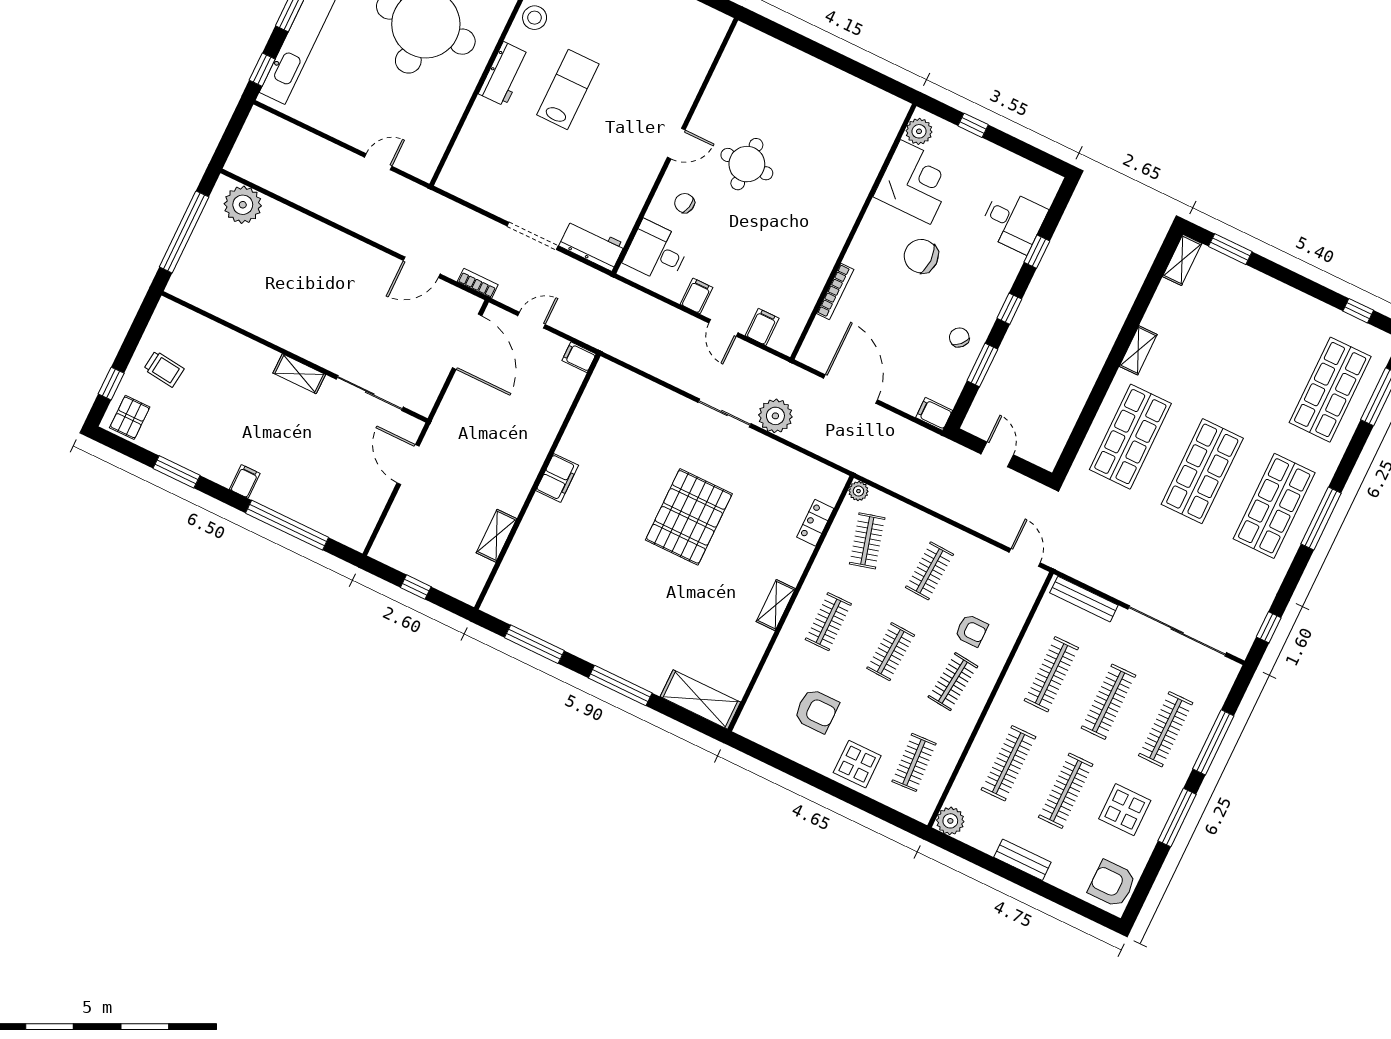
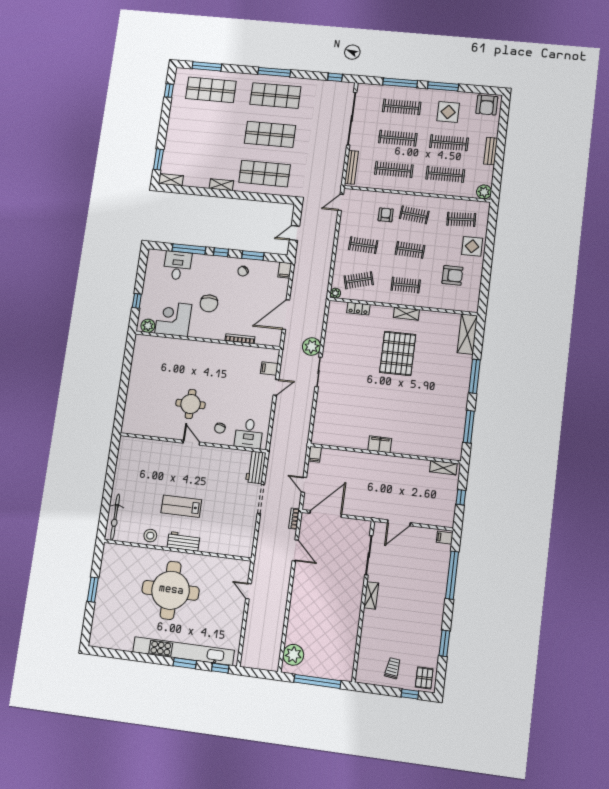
window: (1037, 252) -> (189, 249), width x2.17
filing cabinet: (697, 296) -> (264, 406), removed
pallet: (130, 417) -> (424, 678), turned 90
filing cabinet: (245, 481) -> (445, 538), moved
pallet: (689, 517) -> (398, 353), moved, turned 90
shelving: (497, 536) -> (443, 468), moved
armchair: (816, 711) -> (452, 275), turned 90

